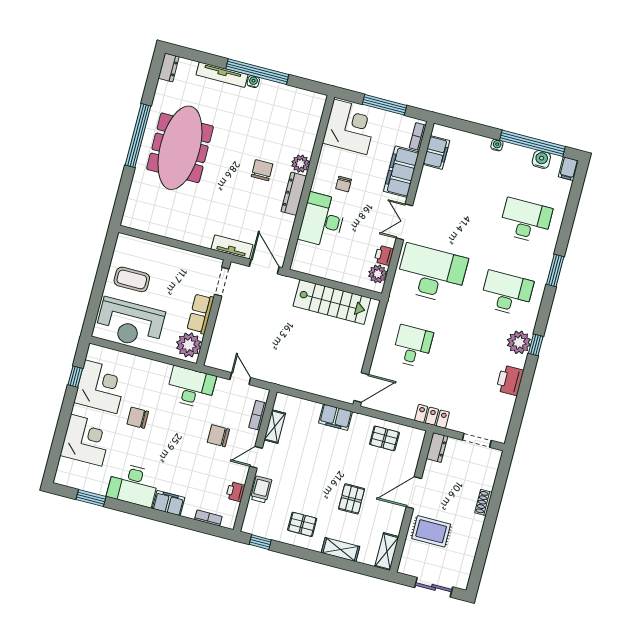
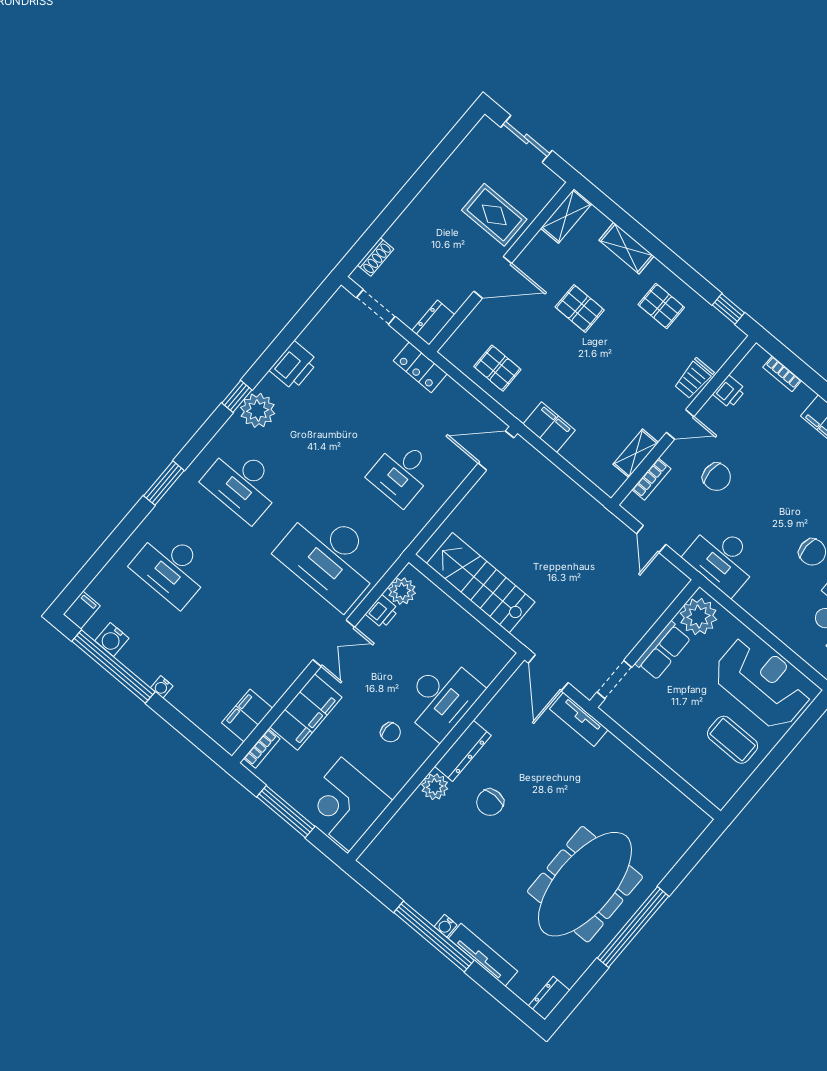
chair: (344, 184) -> (390, 732), turned 90
pallet: (352, 499) -> (580, 308), turned 90
shoe rack: (483, 502) -> (375, 257), moved

